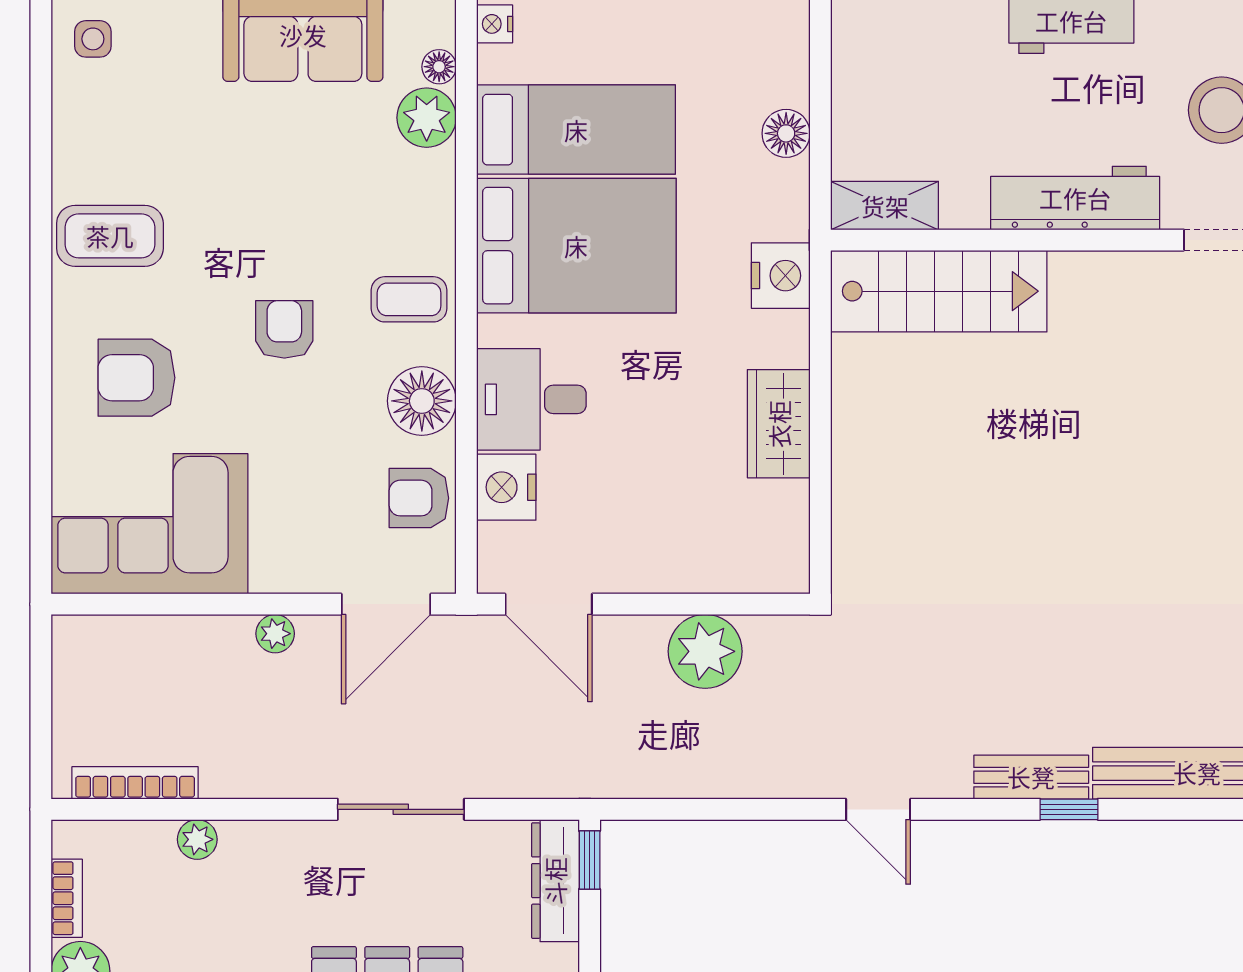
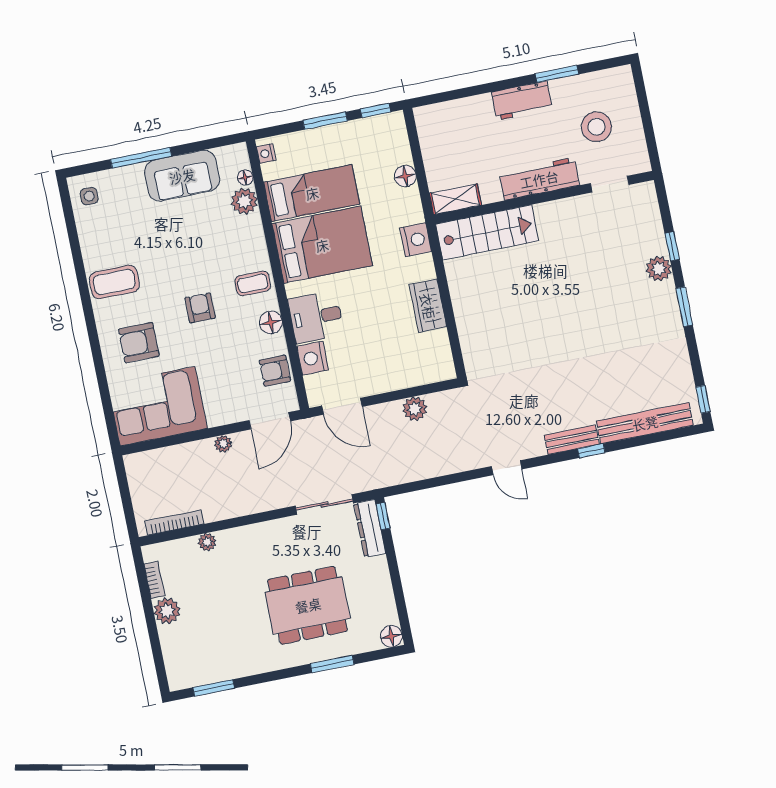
floor lamp: (422, 401) -> (271, 322), width x0.73, depth x0.73
plant: (705, 651) -> (415, 409), width x0.73, depth x0.73
sliding door: (401, 809) -> (324, 505), moved

